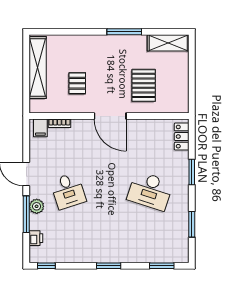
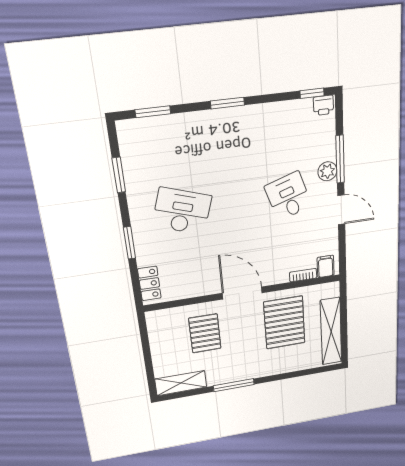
pallet: (77, 83) -> (284, 323), width x2.05, depth x2.00
printer: (36, 238) -> (323, 105), moved, turned -90

